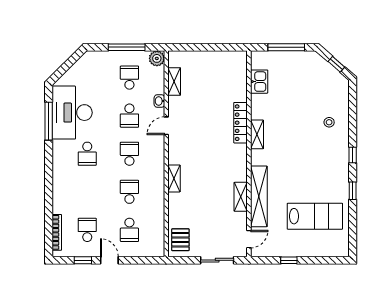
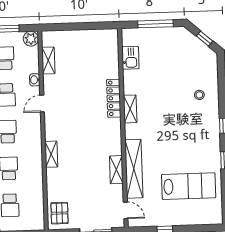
door: (249, 239) -> (126, 210), hinge flipped

